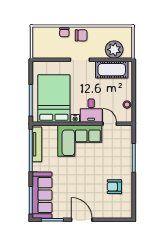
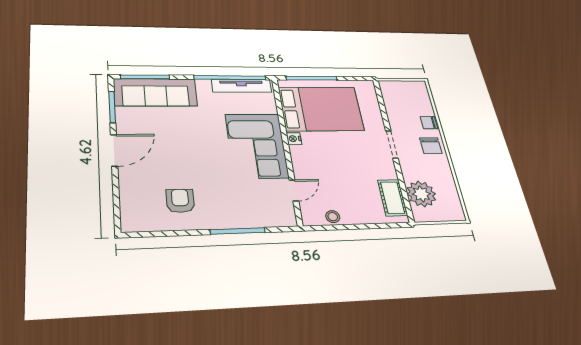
cot: (112, 70) -> (393, 198), width x0.73, depth x0.75
desk: (91, 111) -> (311, 162), removed

